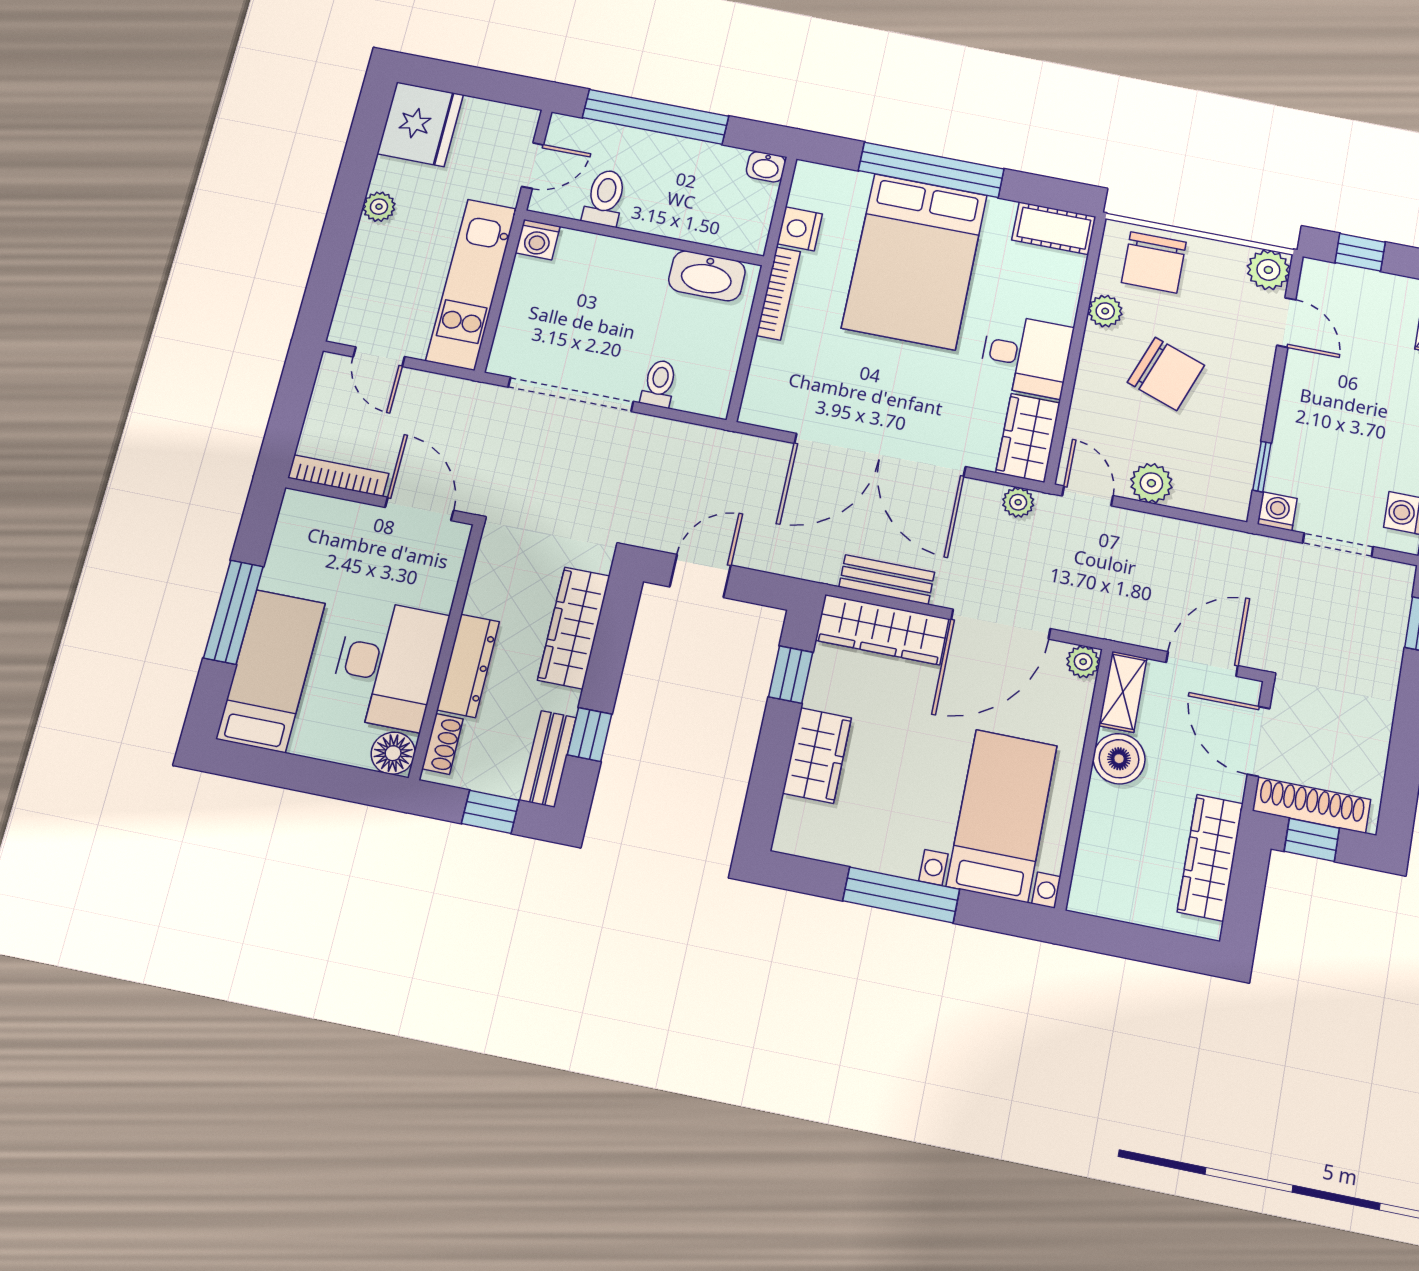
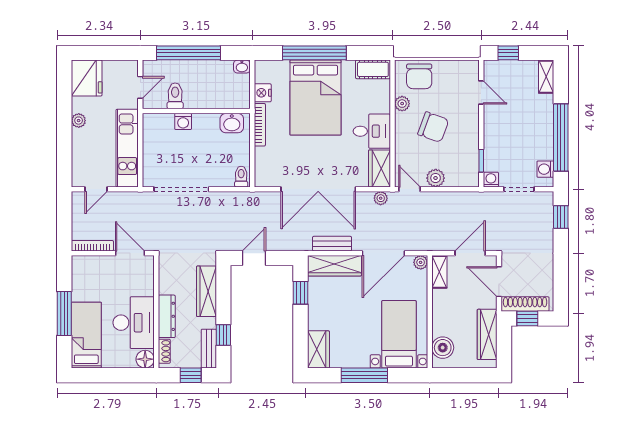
washing machine: (538, 240) -> (183, 121), moved
plant: (1268, 270) -> (470, 70), removed
washbasin: (707, 276) -> (232, 123), width x0.72
door: (379, 357) -> (96, 189), hinge flipped
toilet: (659, 384) -> (241, 177), moved
wardrobe: (817, 755) -> (318, 349), moved
boiler: (1119, 759) -> (443, 348), moved

